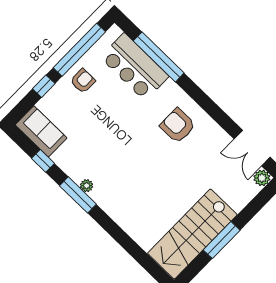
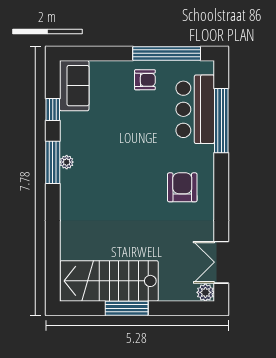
window: (44, 86) -> (111, 53), removed

